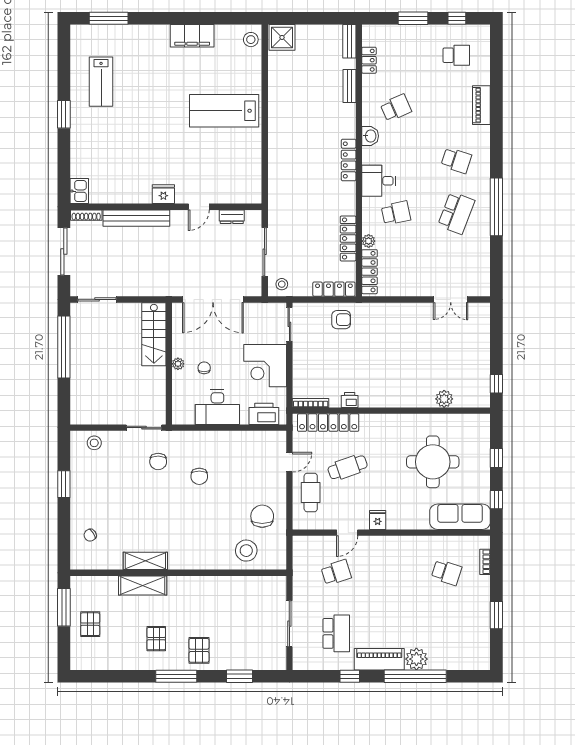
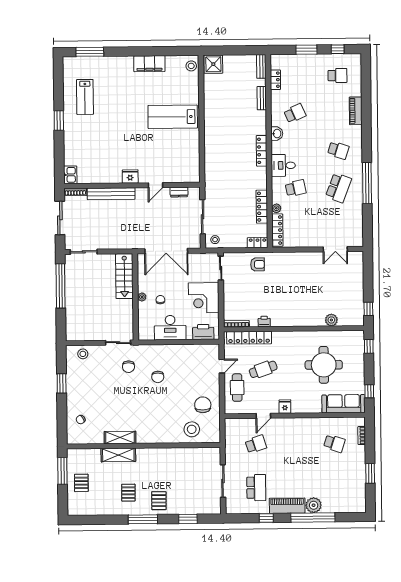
locker: (334, 289) -> (258, 243), width x0.66
window: (496, 458) -> (369, 346), moved

